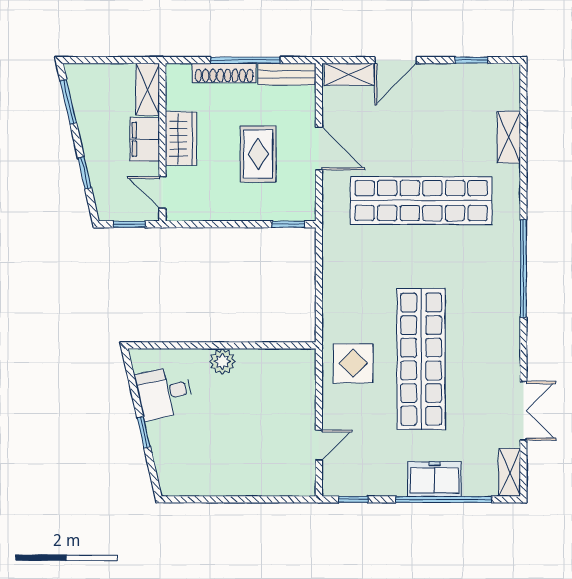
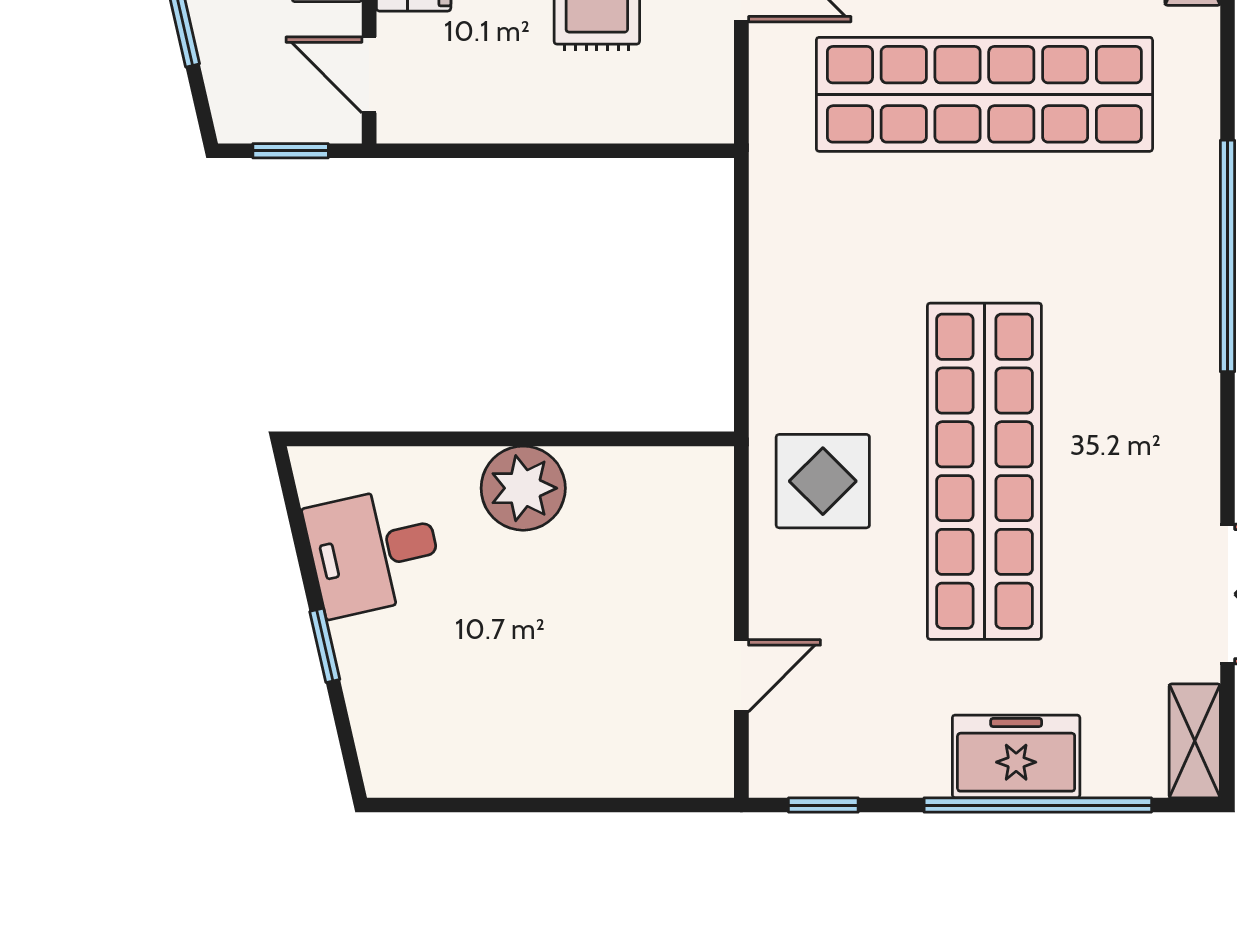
window: (288, 224) -> (669, 151), removed
plant: (222, 361) -> (523, 488), width x1.36, depth x1.36

